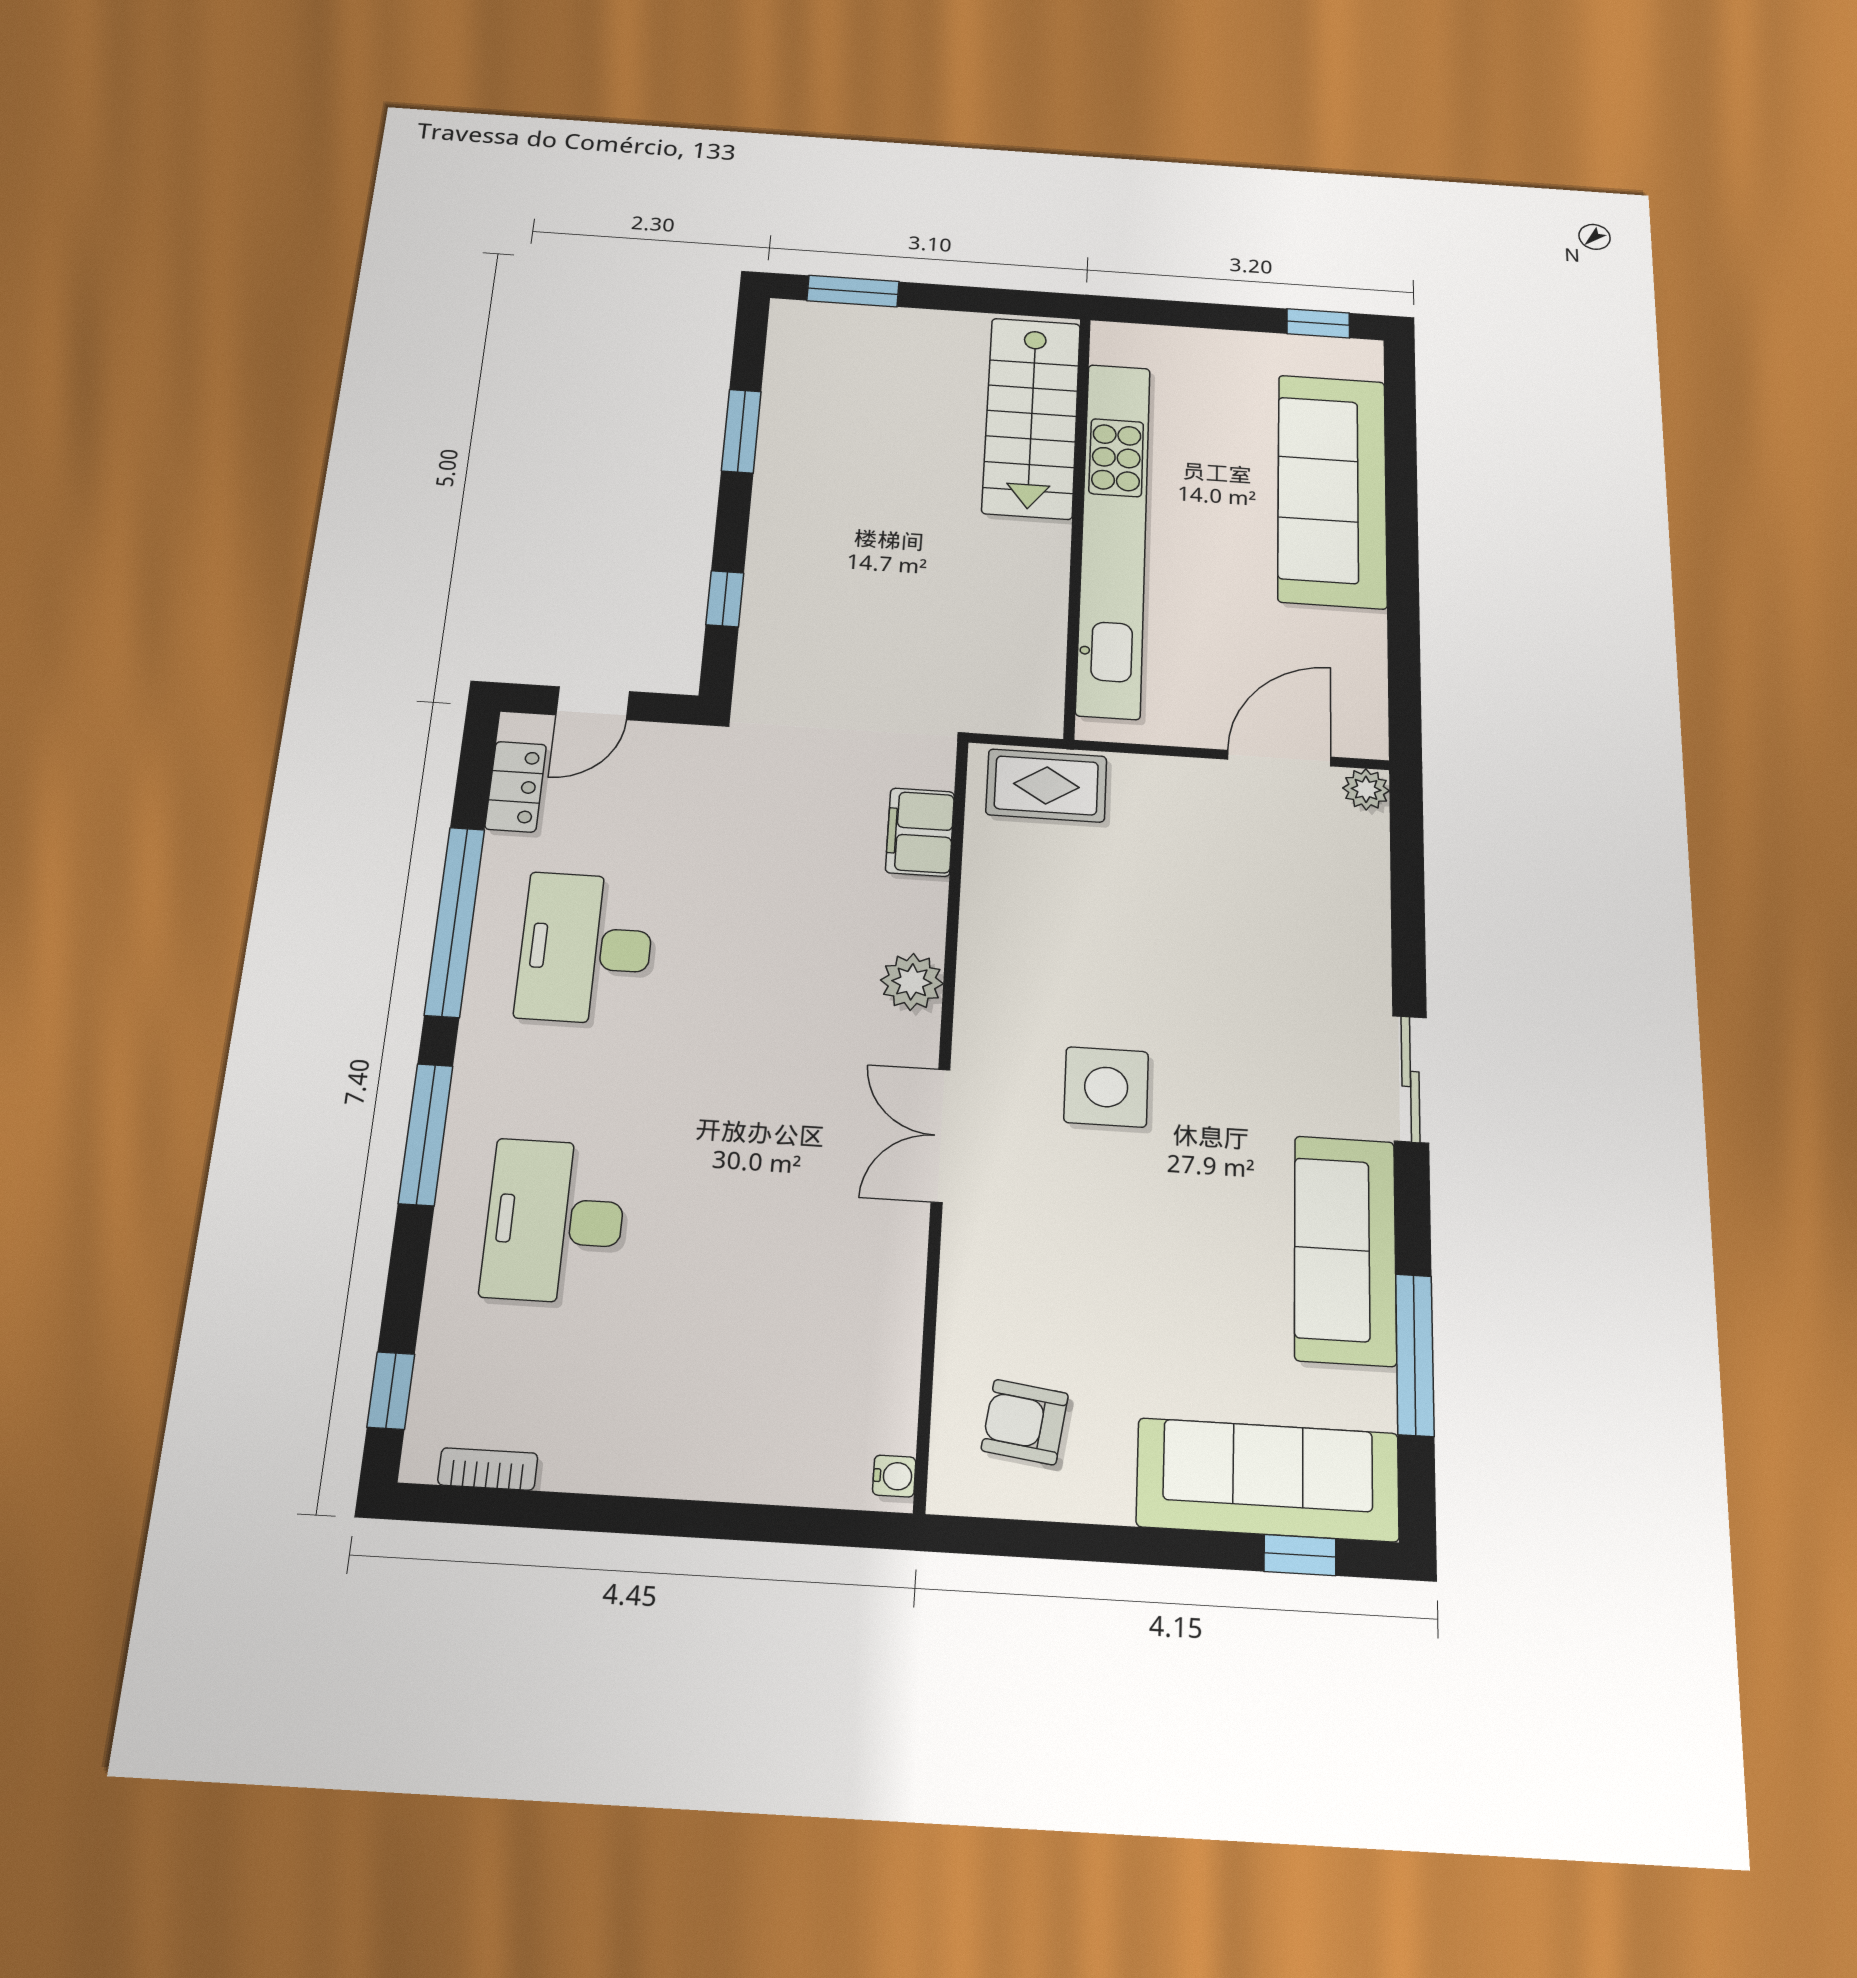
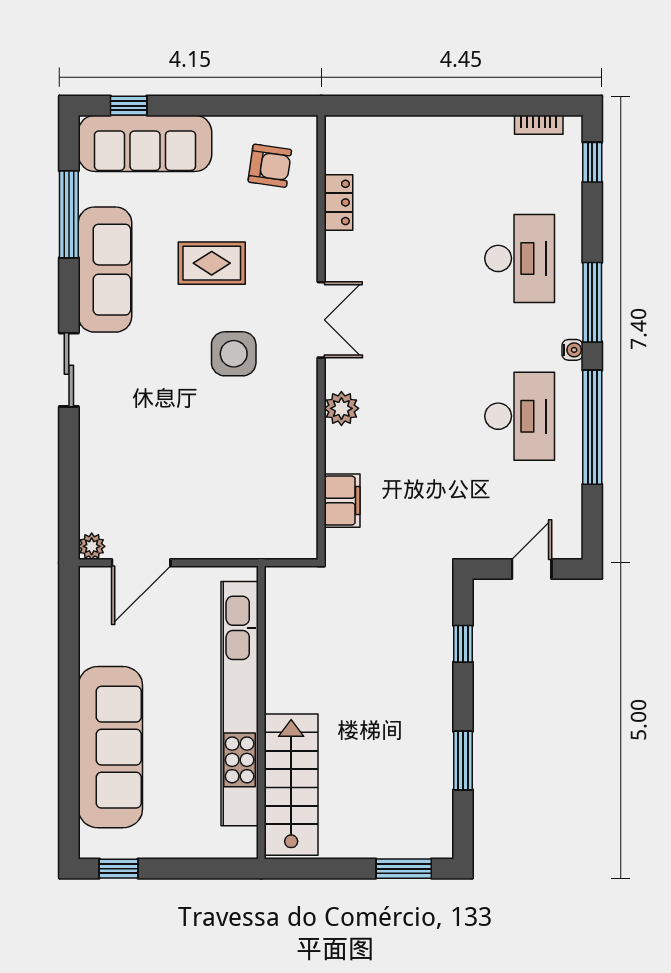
rug: (1046, 785) -> (212, 263), moved
locker: (516, 787) -> (338, 202), moved, turned 180
water cooler: (894, 1476) -> (572, 350), moved, turned 180

